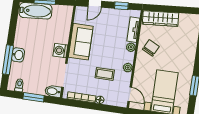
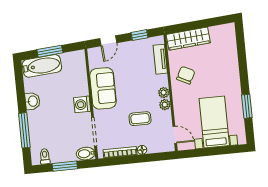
plant: (131, 47) -> (164, 93), moved
washbasin: (18, 55) -> (32, 101), moved

